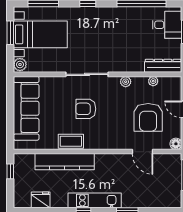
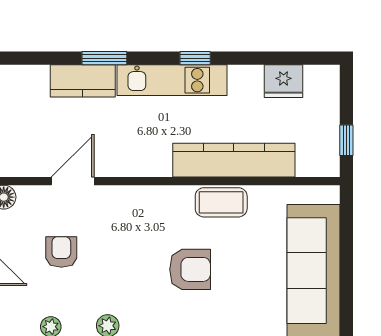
armchair: (148, 117) -> (61, 252), width x0.53, depth x0.53
door: (143, 152) -> (73, 181), hinge flipped
kitchen counter: (138, 200) -> (83, 81), added

